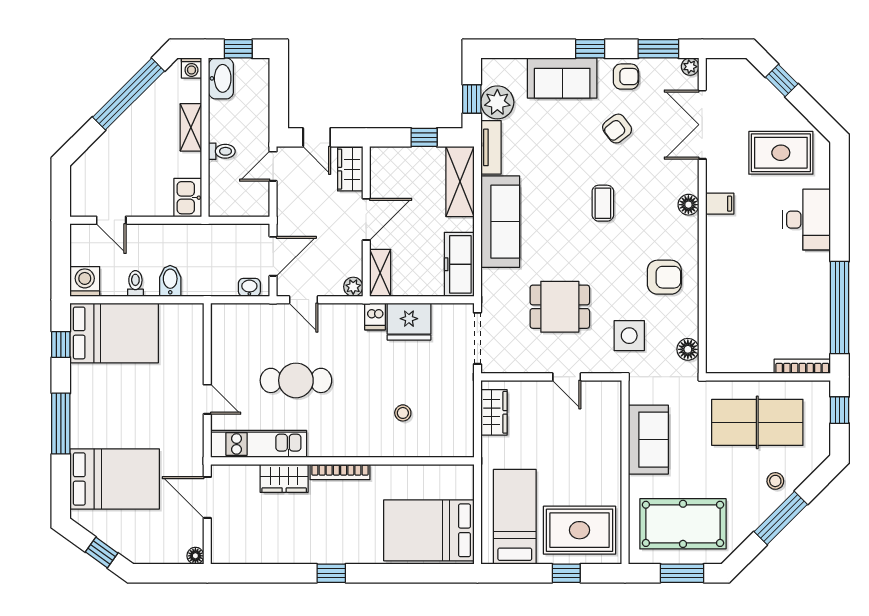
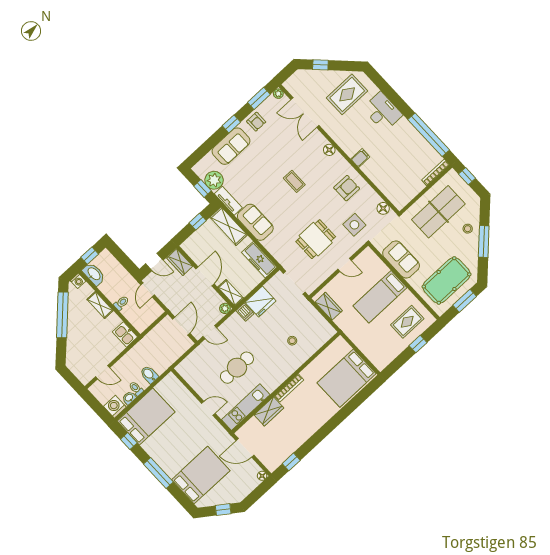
armchair: (626, 77) -> (256, 122), turned 90
armchair: (617, 129) -> (272, 146), removed
filing cabinet: (720, 204) -> (360, 158), moved
sofa: (500, 222) -> (255, 222), width x0.73
washbasin: (249, 287) -> (129, 398), moved
bed: (515, 517) -> (380, 297), moved, turned -90
rug: (580, 530) -> (407, 322), width x0.73, depth x0.70
window: (331, 573) -> (291, 462), moved

